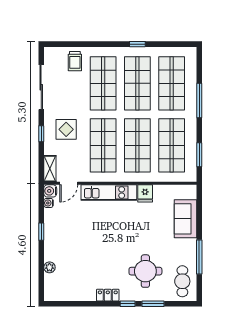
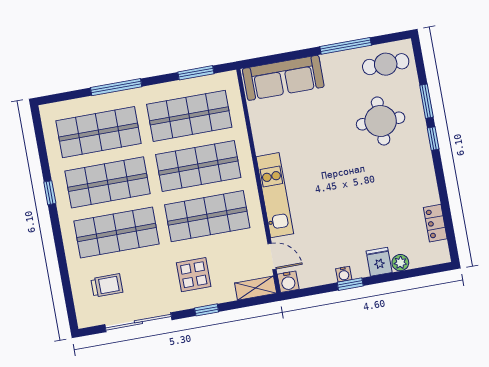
trolley: (75, 61) -> (107, 285), moved
fridge: (145, 193) -> (379, 262), moved, turned -90
water cooler: (49, 203) -> (344, 274), moved
sofa: (185, 219) -> (283, 78), width x1.36
locker: (108, 295) -> (435, 223), moved

